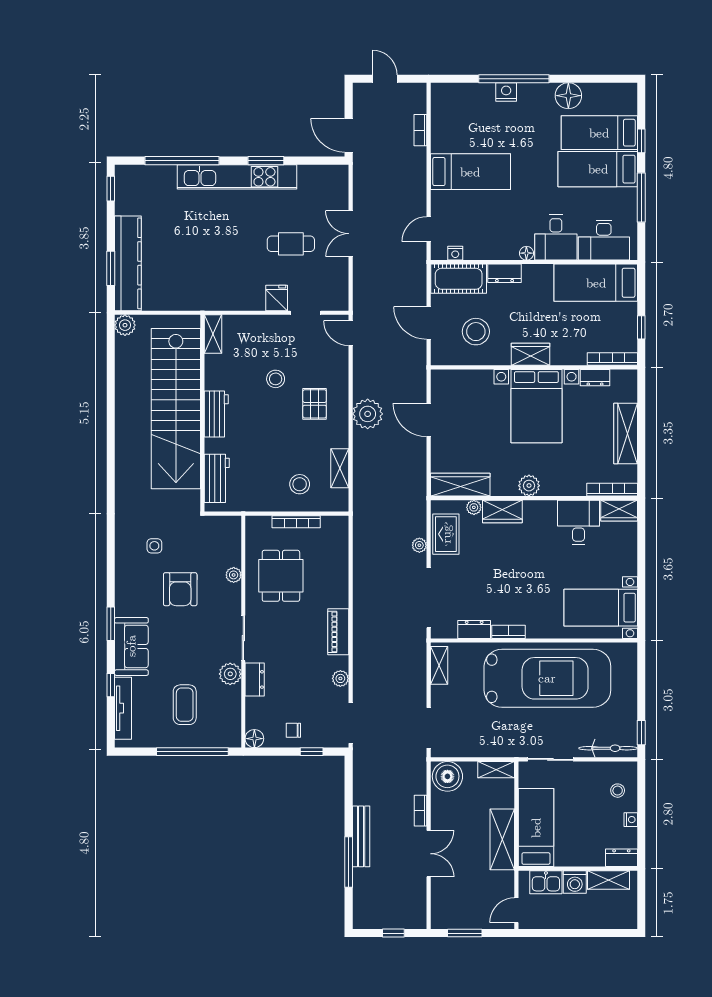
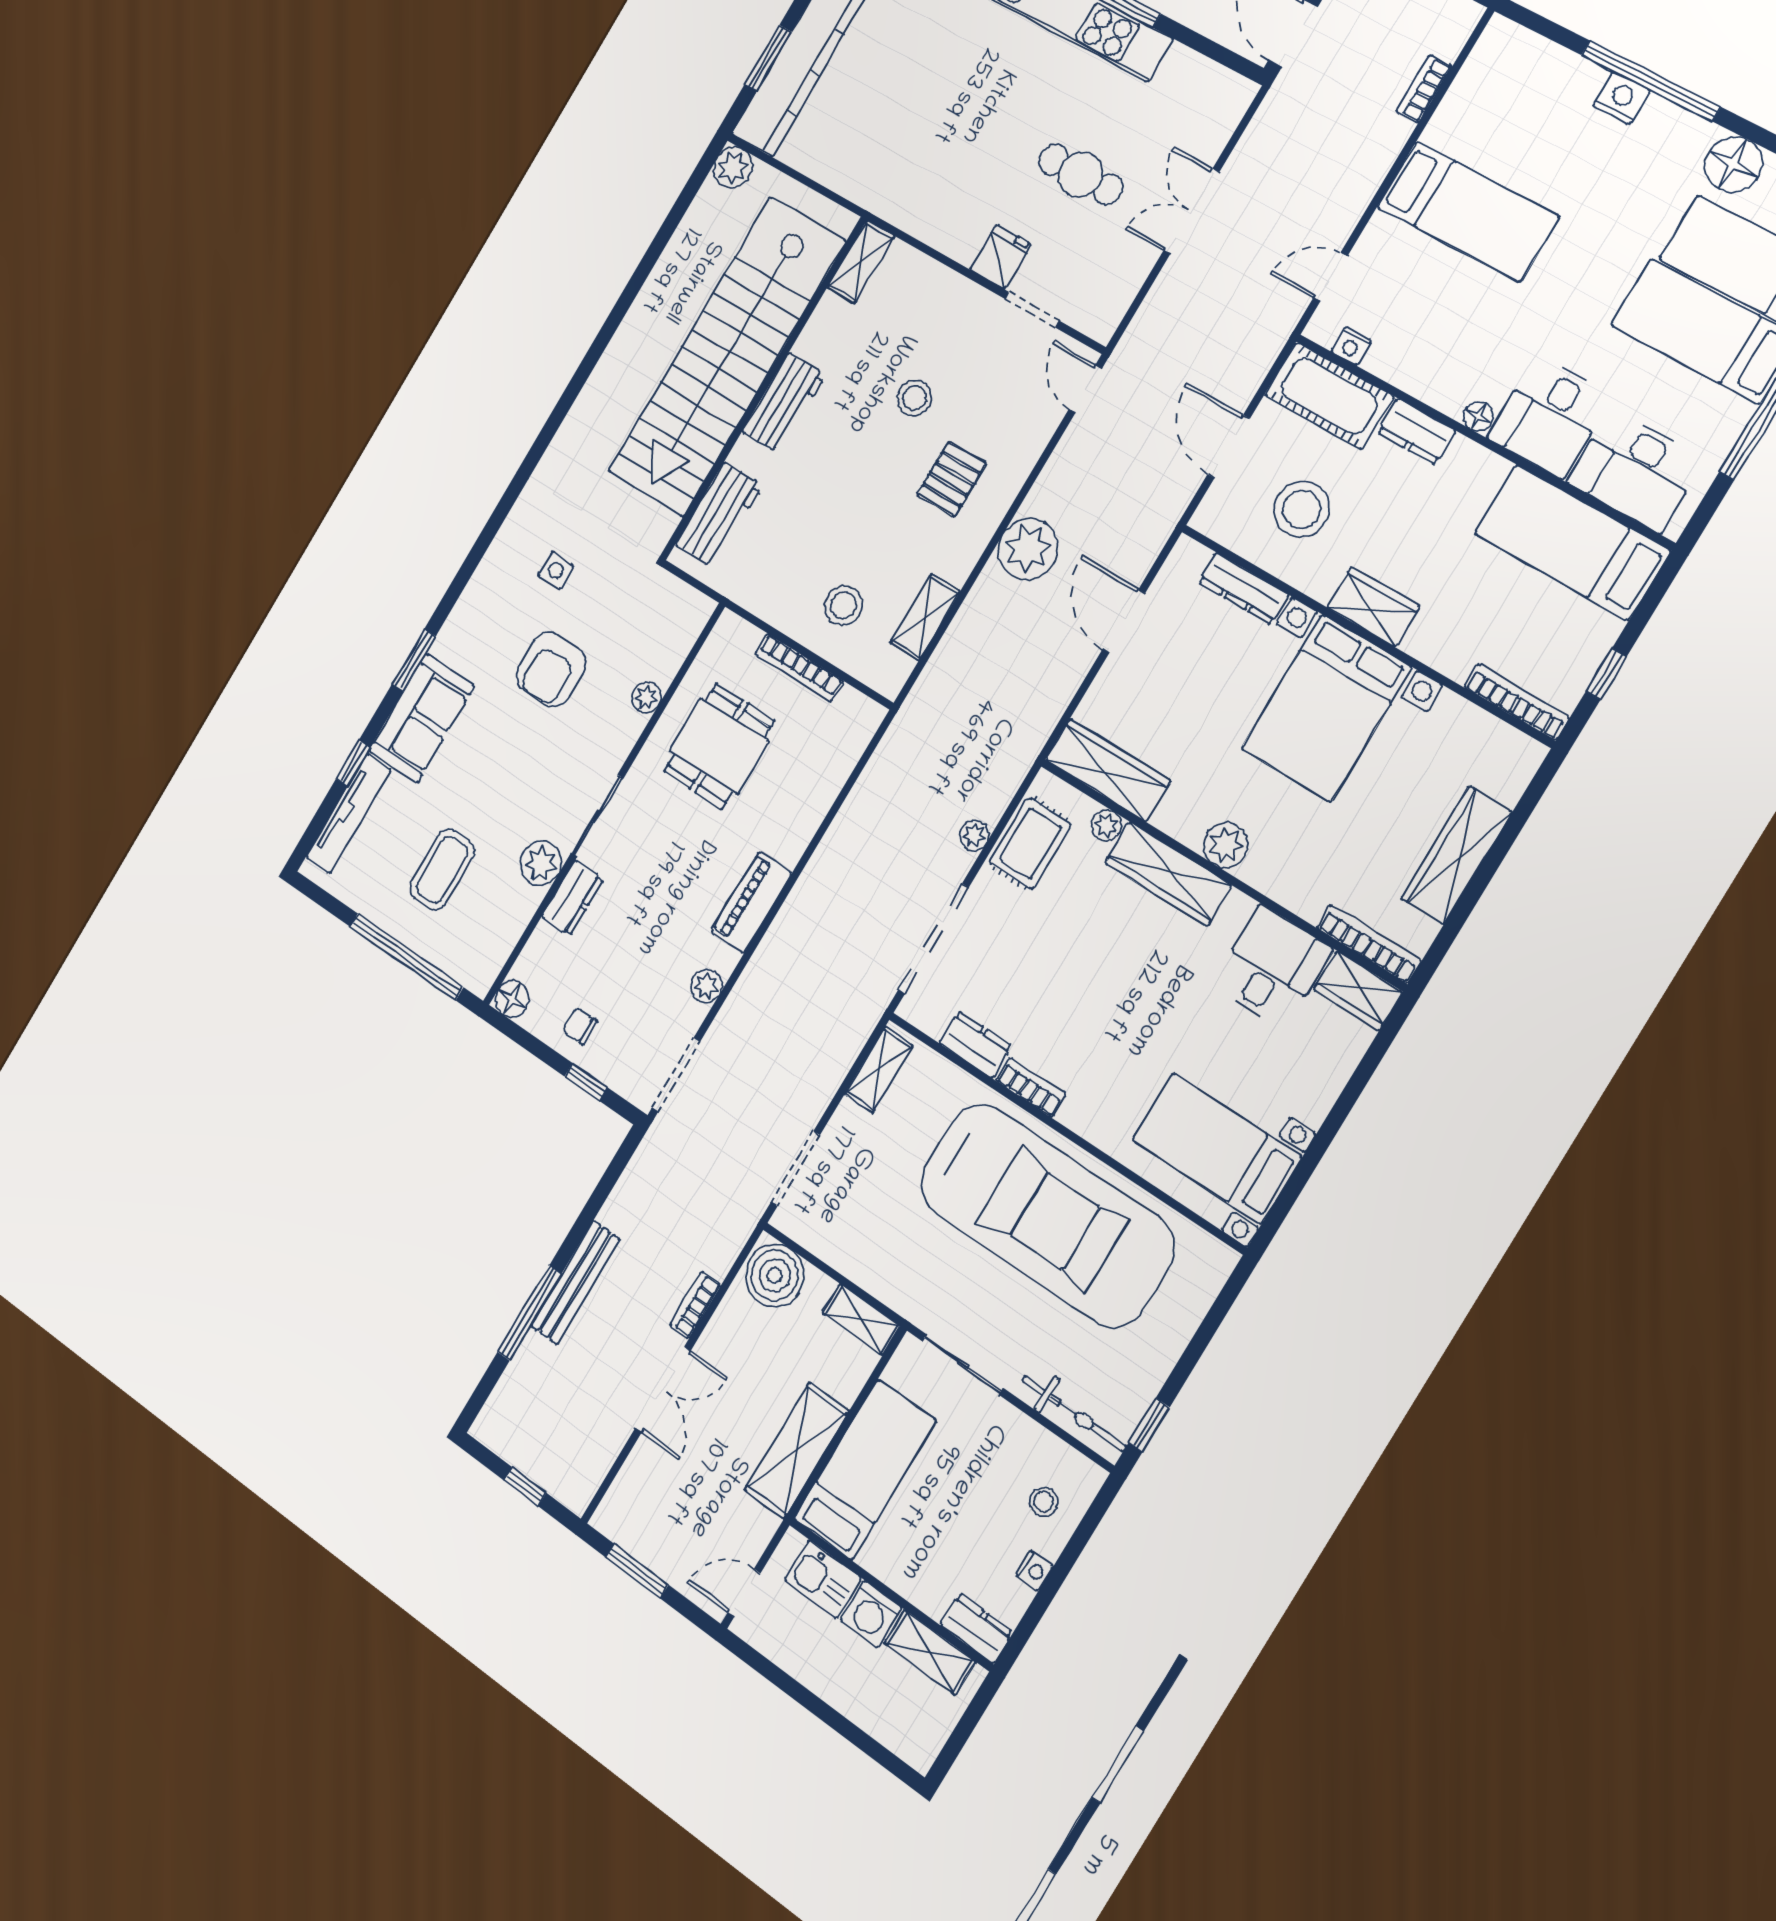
dresser: (595, 378) -> (1243, 588), moved, width x1.44
wardrobe: (502, 511) -> (1168, 874), width x1.50

